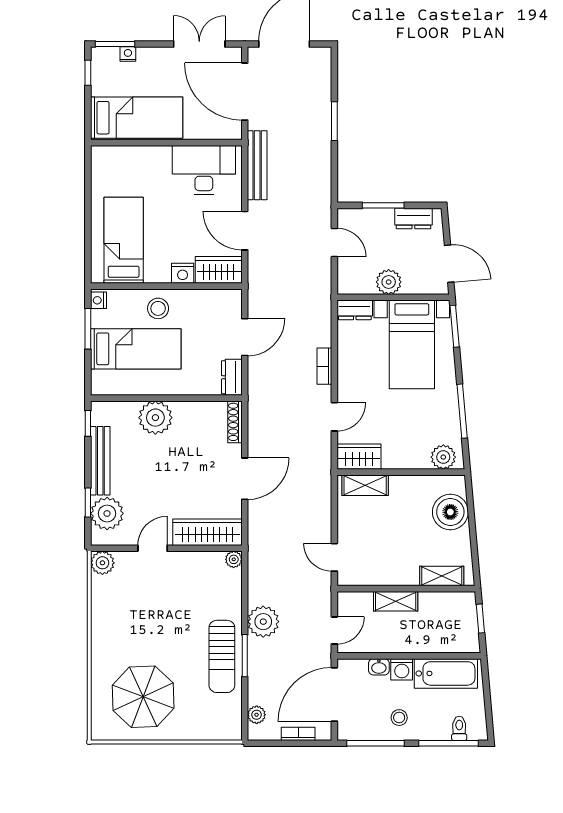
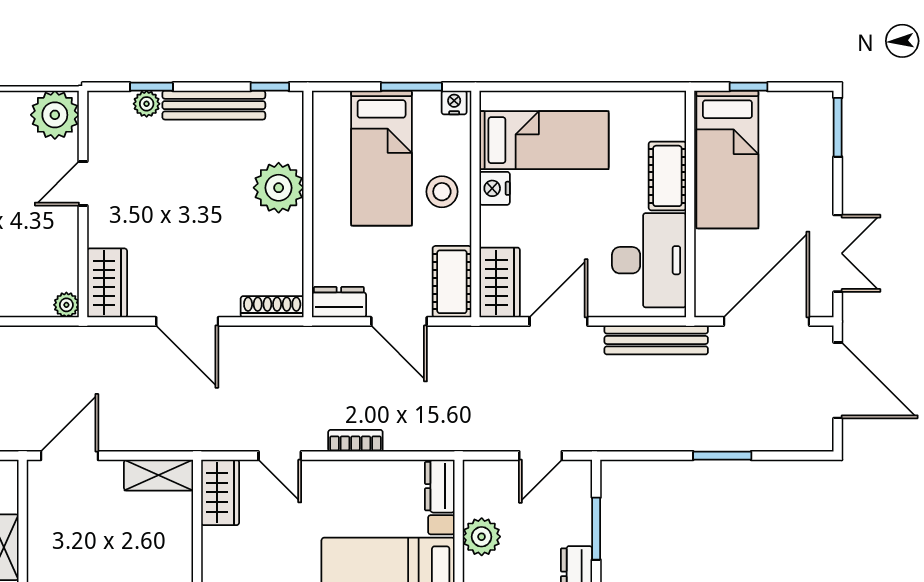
nightstand: (128, 54) -> (823, 147), removed
window: (88, 73) -> (749, 87), moved
cot: (148, 158) -> (667, 176), added
nightstand: (183, 273) -> (495, 188), moved
cot: (218, 302) -> (452, 282), added
shelving: (365, 485) -> (159, 475), moved, turned 90
plant: (107, 513) -> (147, 104), width x0.53, depth x0.53
wardrobe: (208, 532) -> (107, 283), width x0.67
door: (153, 548) -> (83, 184), swing flipped
door: (334, 557) -> (70, 456), width x1.38
plant: (102, 563) -> (55, 115), width x1.36, depth x1.36

